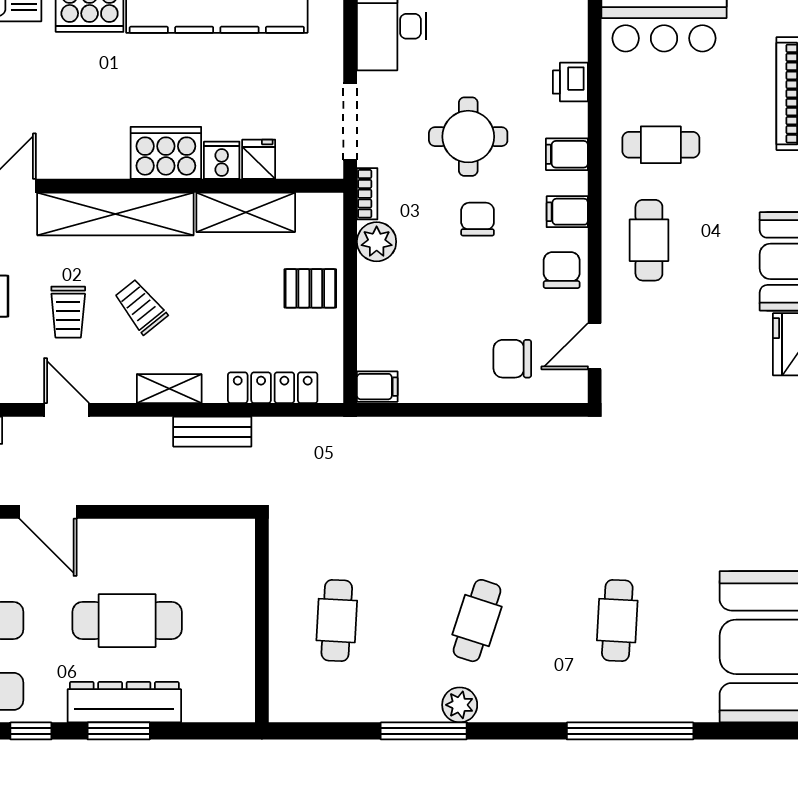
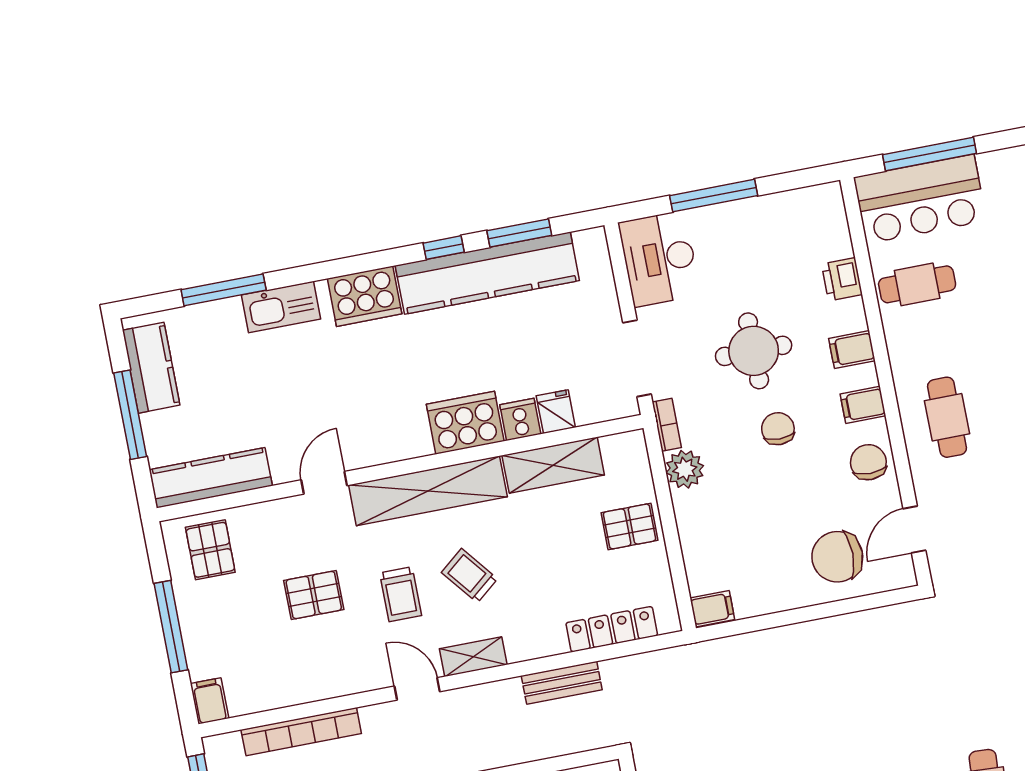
cafe table: (661, 145) -> (917, 284), moved
chair: (512, 359) -> (837, 557), width x1.37, depth x1.37
shelving: (169, 389) -> (473, 657), moved

